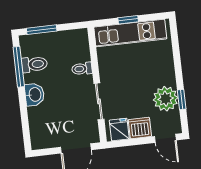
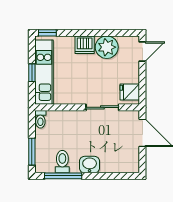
toilet: (82, 69) -> (40, 119), moved
window: (182, 100) -> (47, 33), moved
dishwasher: (140, 128) -> (85, 45), moved, turned -90

